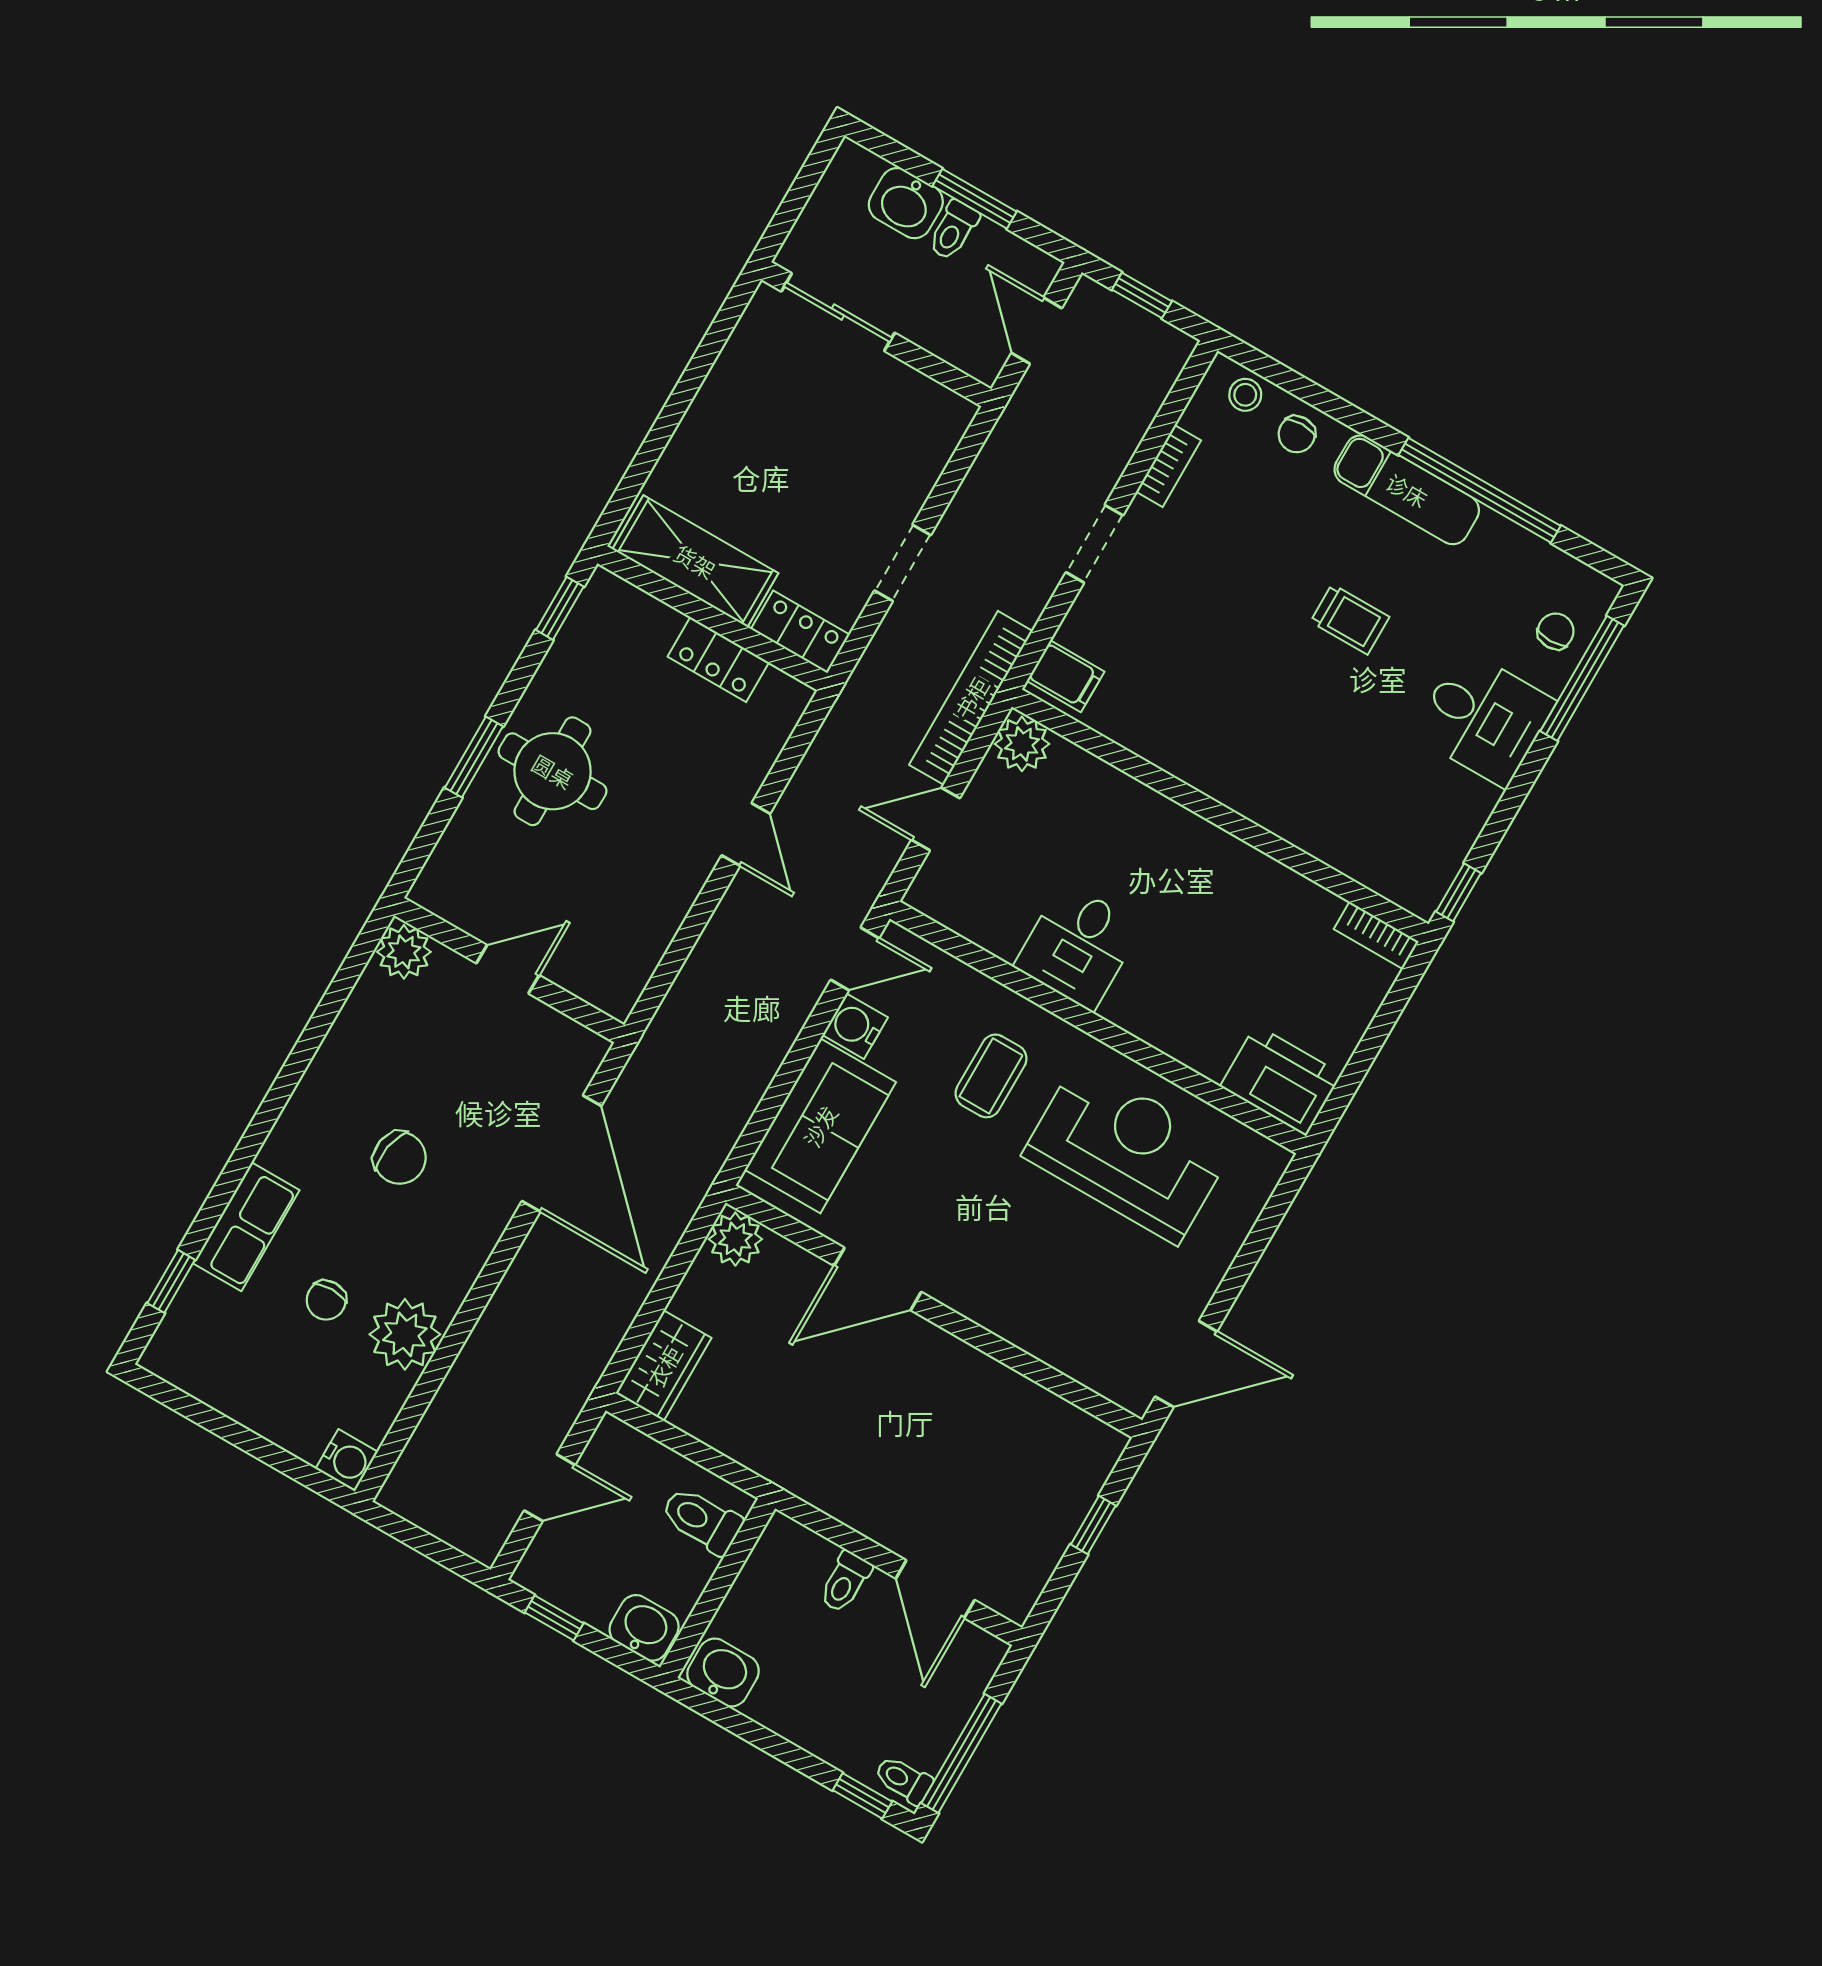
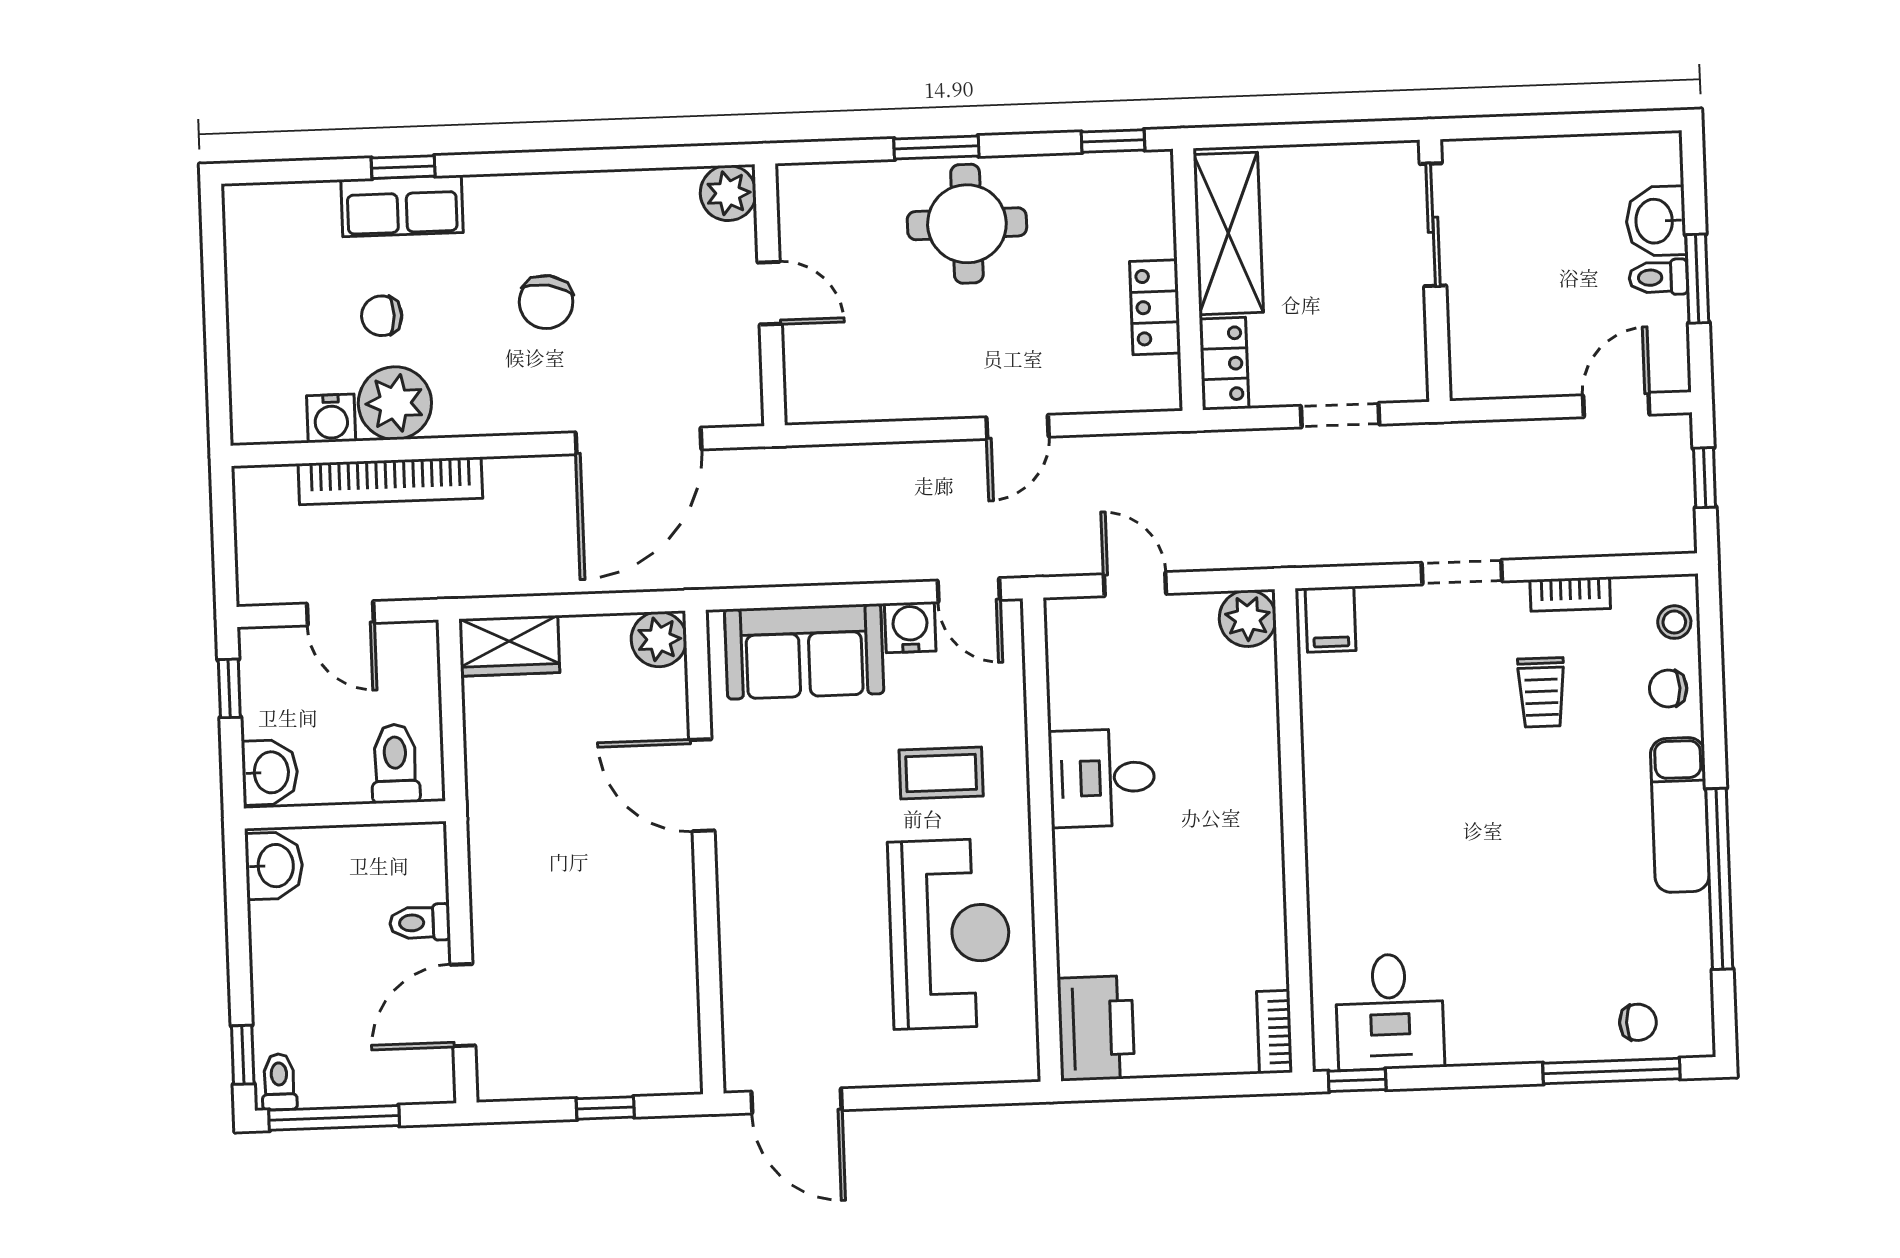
sliding door: (838, 312) -> (1433, 225), moved
wall: (876, 334) -> (1435, 270), moved
trolley: (1350, 619) -> (1541, 692), moved
bookcase: (971, 698) -> (390, 481), moved, turned 180
desk: (1484, 718) -> (1390, 1012), moved
window: (171, 1281) -> (403, 167), moved
water cooler: (347, 1460) -> (331, 418), moved

